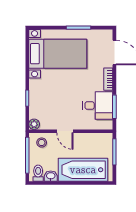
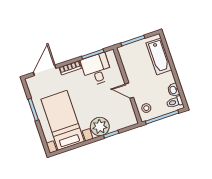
plant: (34, 124) -> (100, 127), moved, width x1.88, depth x1.88
door: (65, 131) -> (129, 91), swing flipped
bathtub: (83, 170) -> (159, 56), width x0.73, depth x0.73

